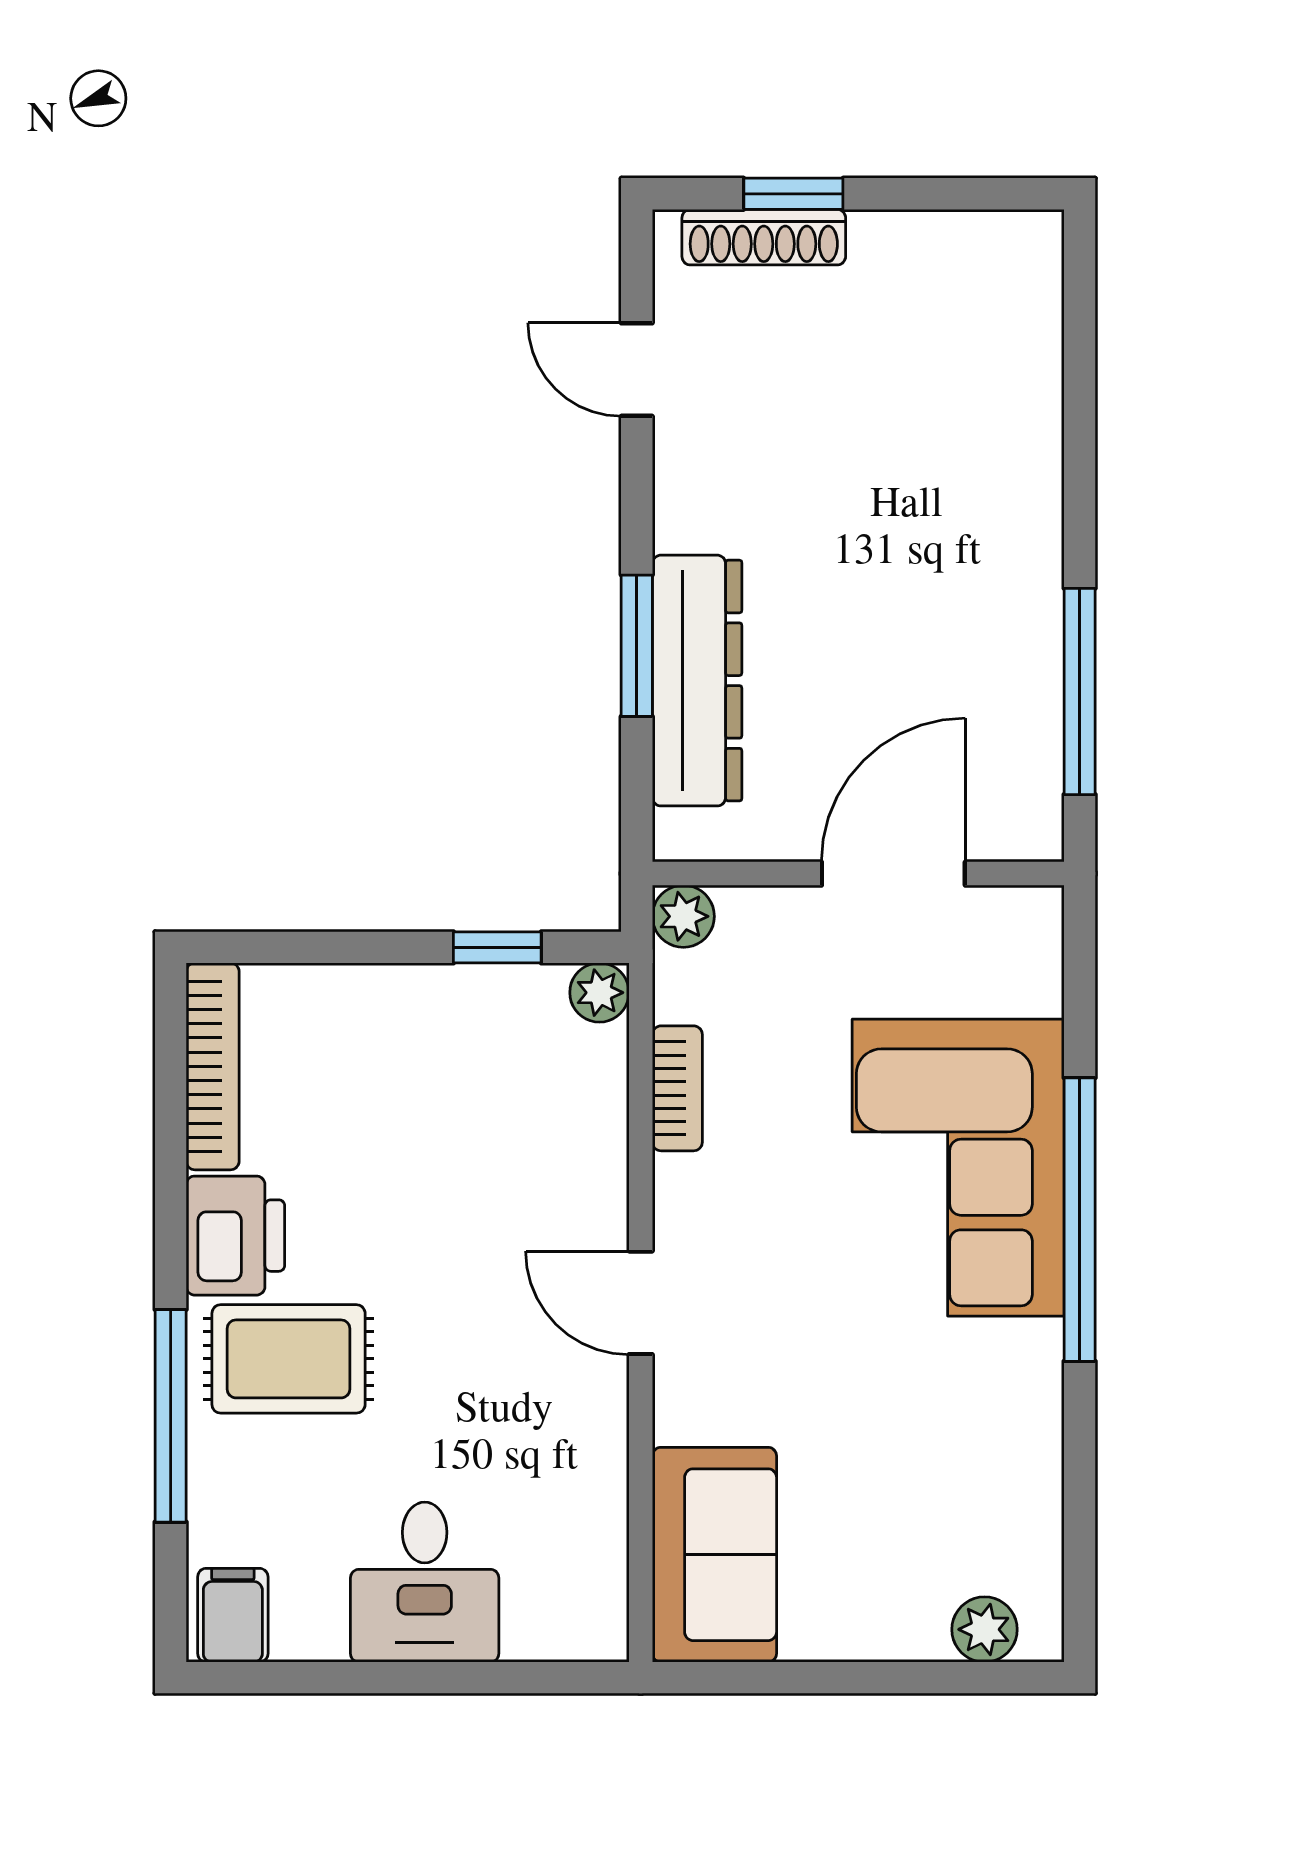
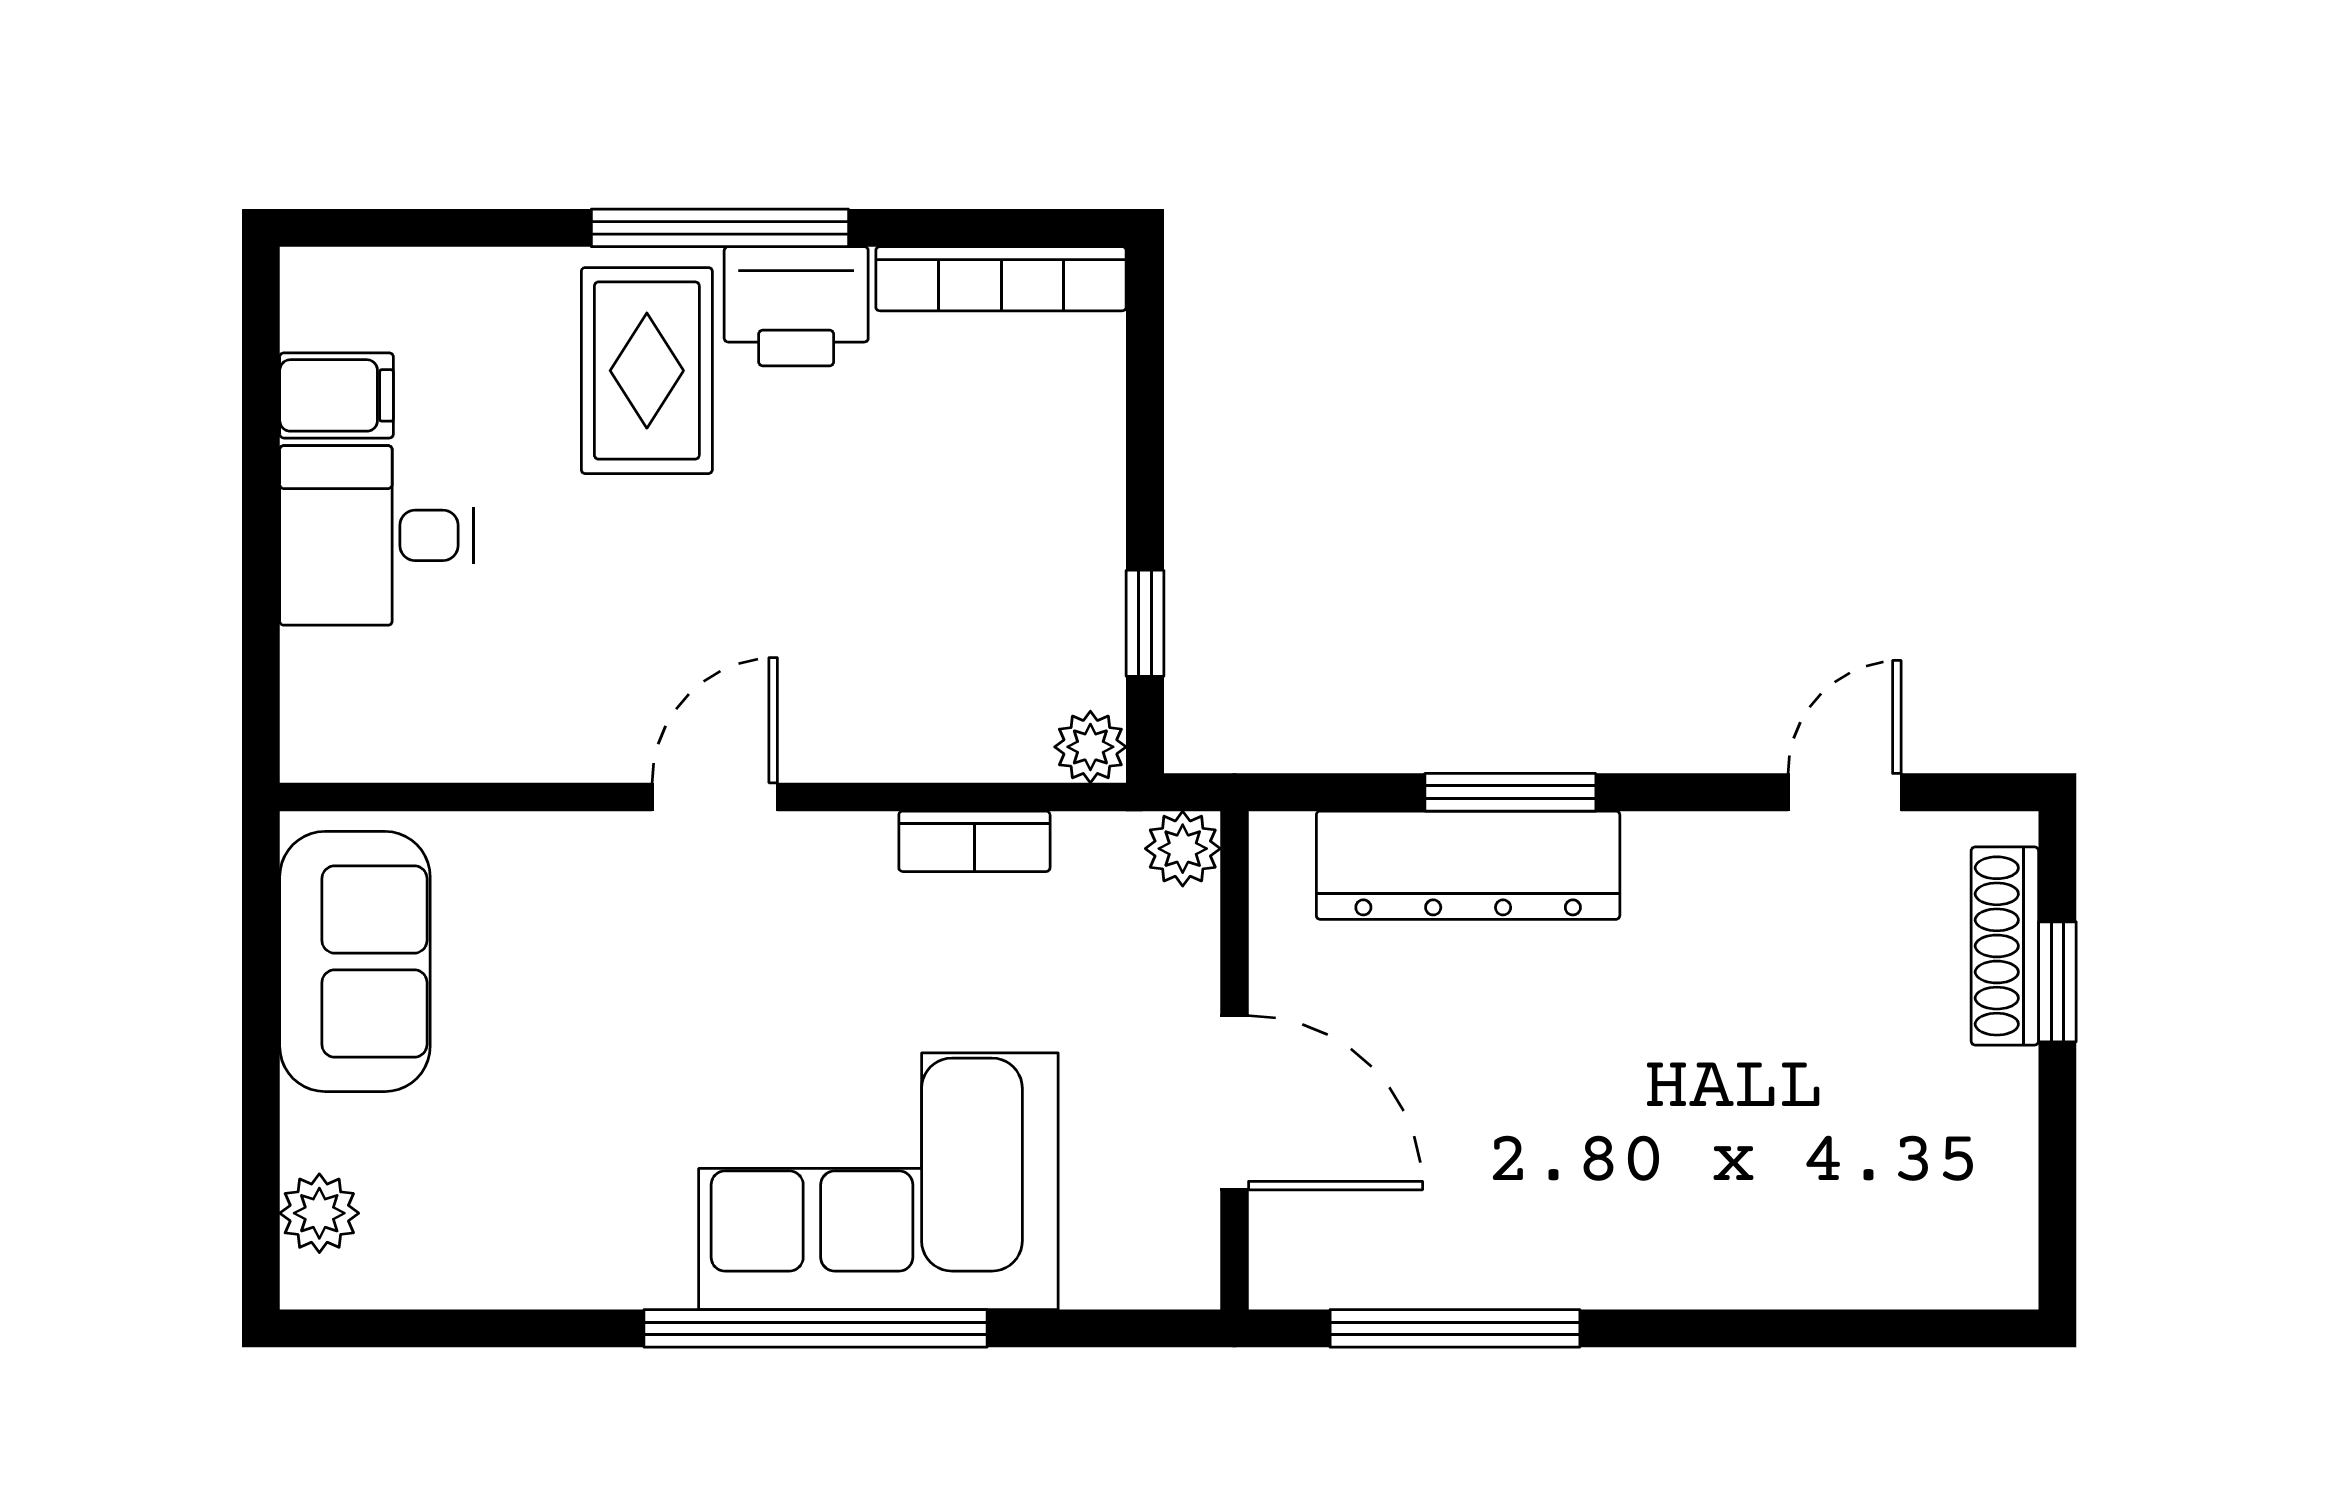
window: (171, 1416) -> (720, 228), moved
sofa: (714, 1555) -> (355, 961), moved, turned -90
filing cabinet: (233, 1615) -> (337, 395), moved

